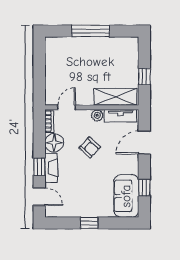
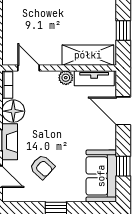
door: (67, 107) -> (29, 68), hinge flipped
door: (144, 143) -> (123, 111), hinge flipped
armchair: (90, 147) -> (42, 167), moved

